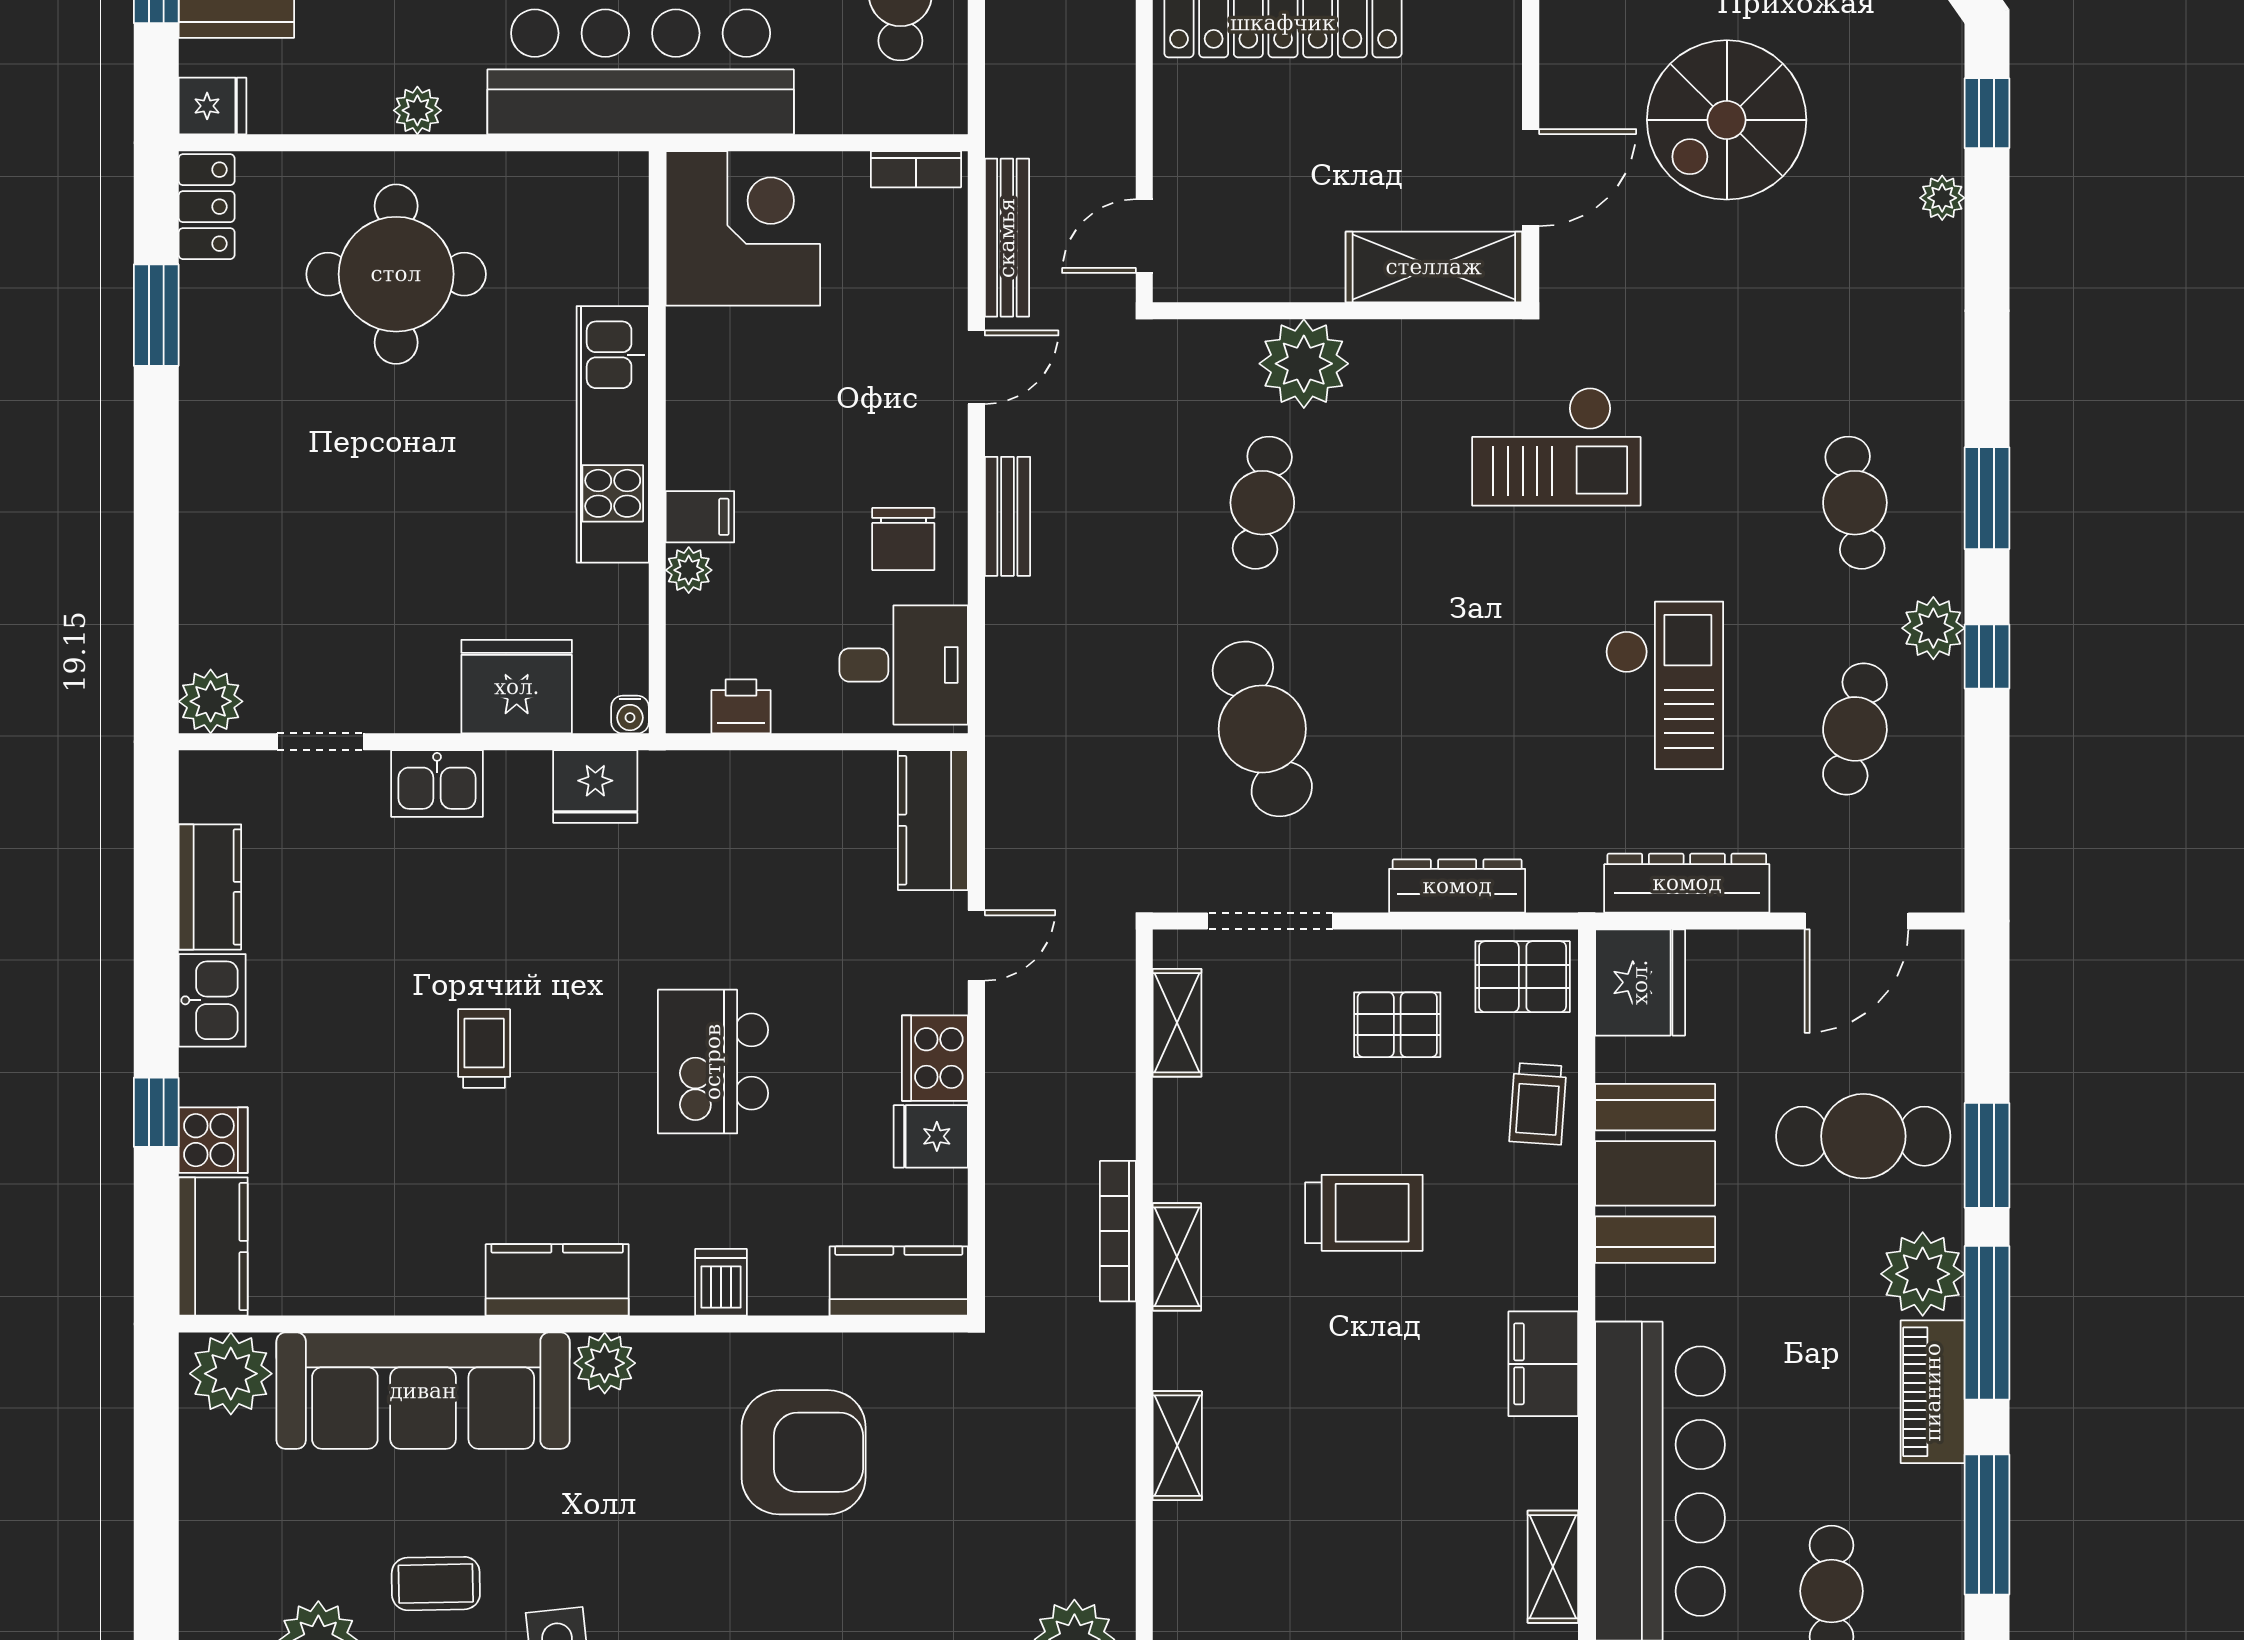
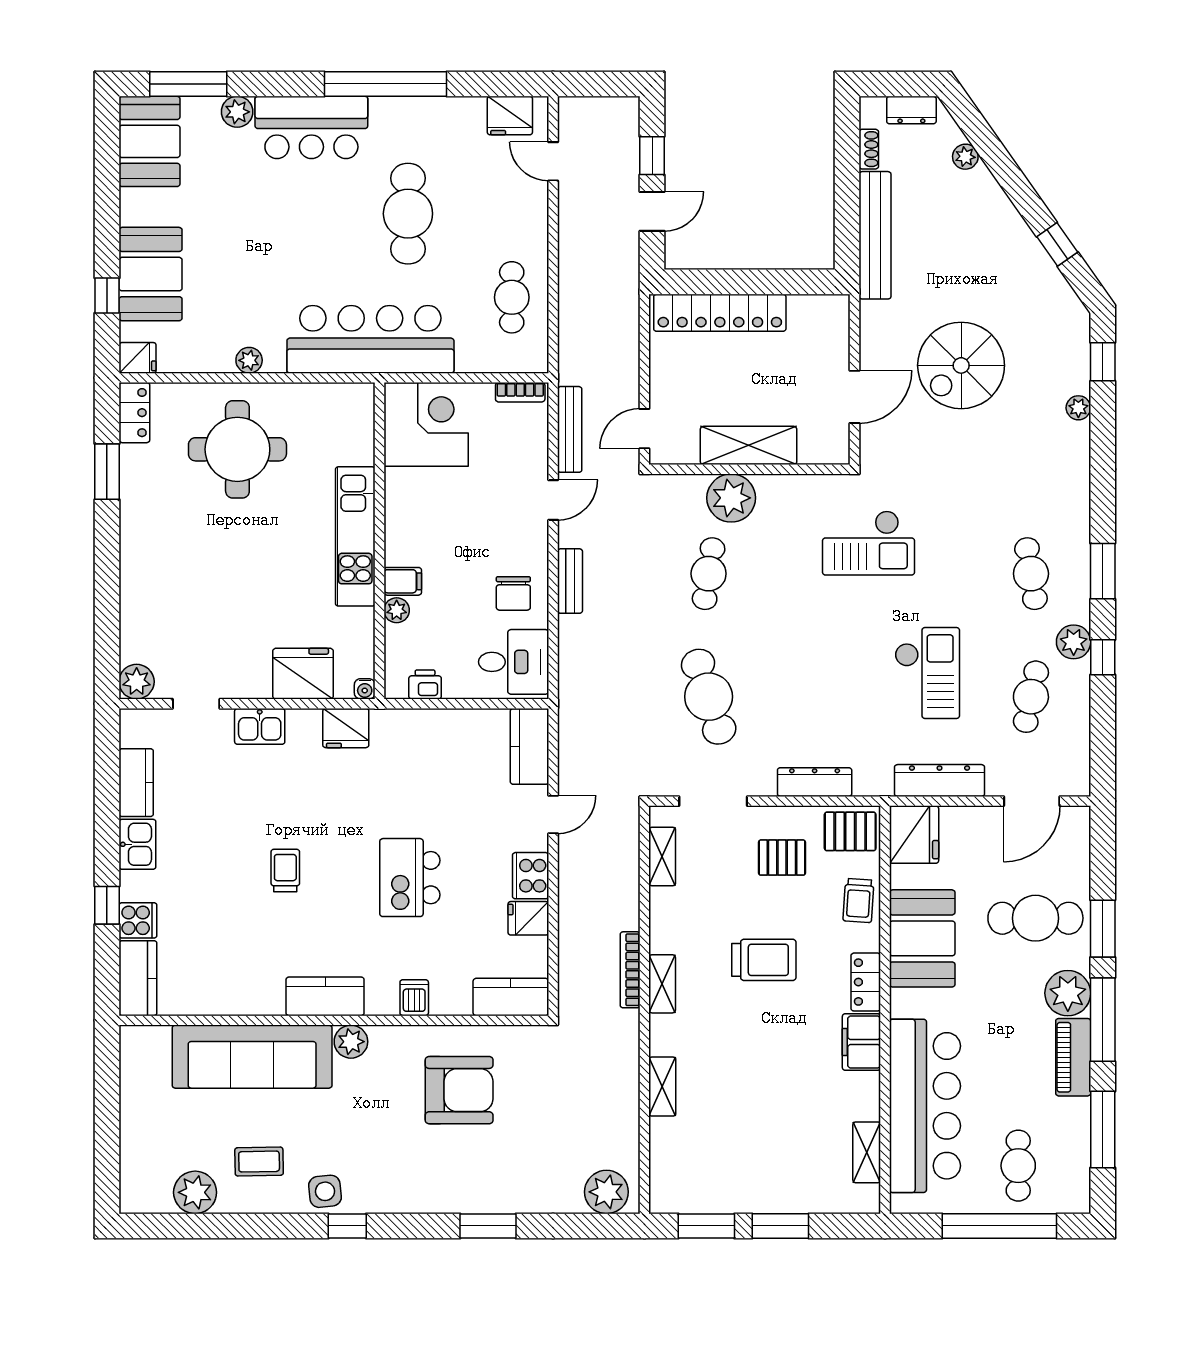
shelving: (1434, 267) -> (749, 445), moved
locker: (1551, 1254) -> (866, 982), added
plant: (231, 1374) -> (148, 1047), removed

